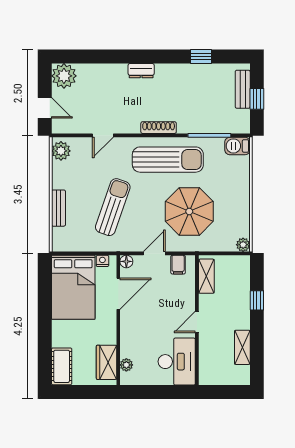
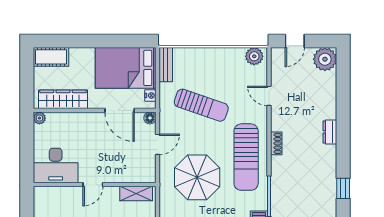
shoe rack: (159, 128) -> (276, 143), width x0.70
bench: (58, 208) -> (166, 65), moved, turned 90
door: (154, 253) -> (158, 144), hinge flipped
filing cabinet: (178, 265) -> (147, 167), removed
door: (197, 322) -> (93, 185), swing flipped
wardrobe: (107, 362) -> (63, 99), width x1.50
plant: (126, 365) -> (39, 118), moved

